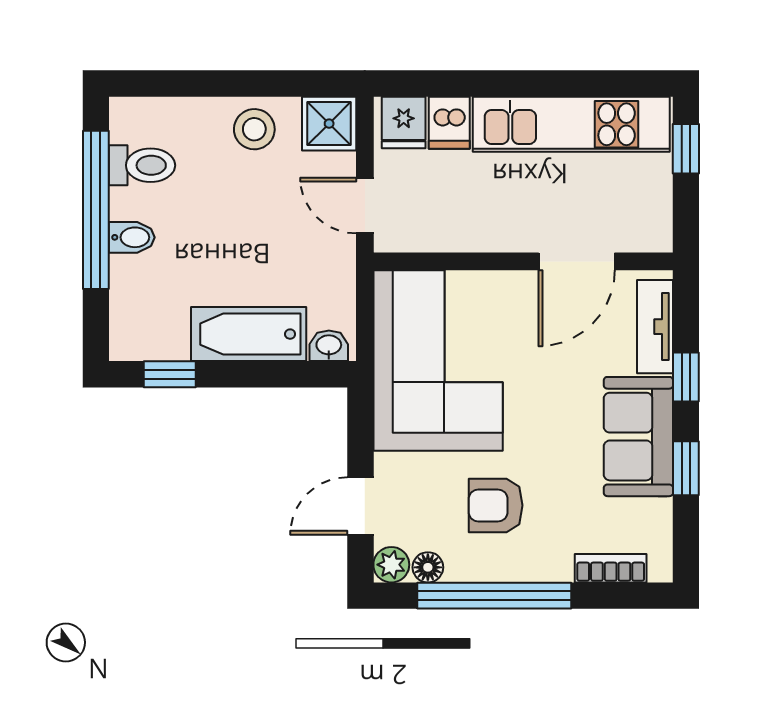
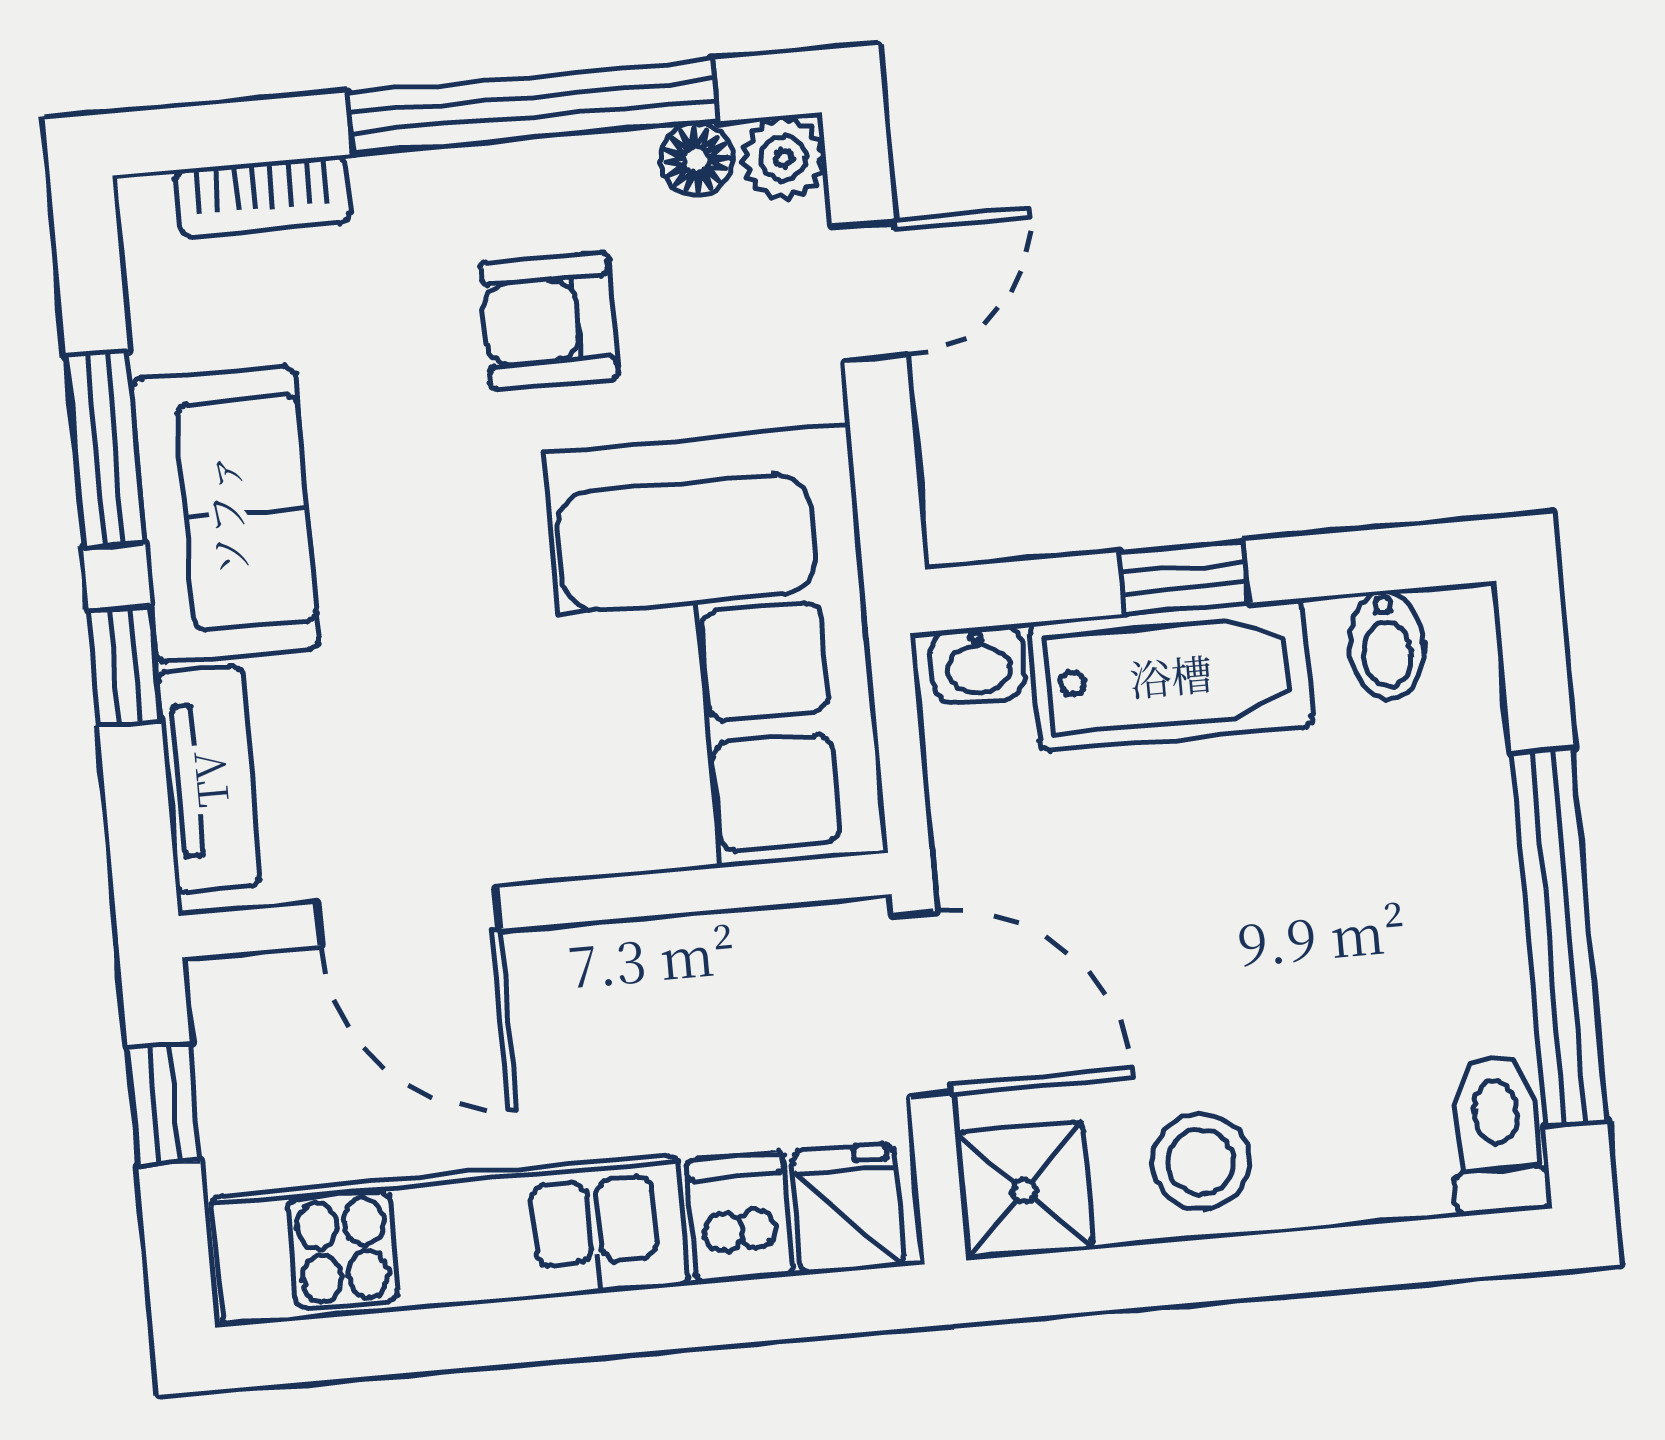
window: (686, 149) -> (164, 1105), moved
toilet: (142, 165) -> (1498, 1134), moved, turned 90
door: (365, 206) -> (922, 1004), width x1.38
bidet: (132, 237) -> (1387, 645), moved, turned -90
door: (577, 261) -> (408, 916), swing flipped
window: (170, 374) -> (1184, 578), moved
window: (686, 468) -> (105, 449), width x1.50
armchair: (496, 505) -> (549, 321), turned 180

